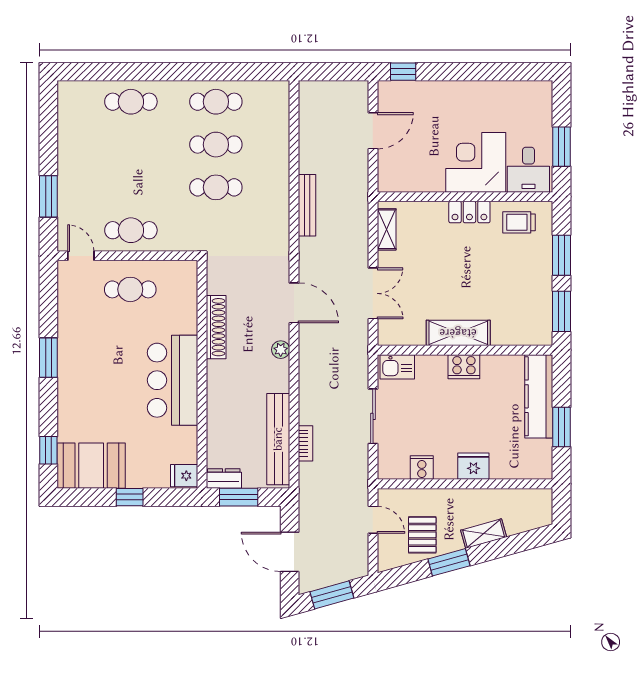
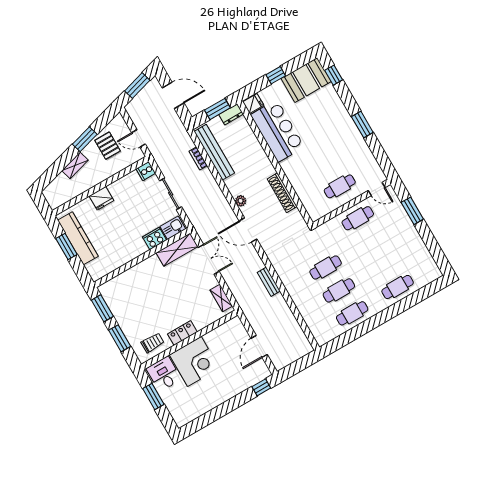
bench: (307, 205) -> (269, 282), width x0.73
double door: (373, 293) -> (209, 259), swing flipped
shelving: (458, 333) -> (177, 250), moved
cooker: (464, 367) -> (155, 239), moved
bar counter: (173, 380) -> (277, 131), moved
kitchen counter: (539, 396) -> (78, 238), moved
cooker: (422, 468) -> (146, 171), moved, turned 90

